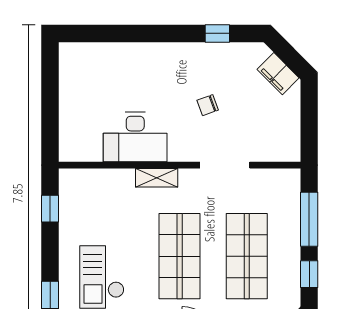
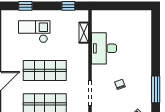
window: (217, 33) -> (156, 89), width x2.17
shelving: (157, 178) -> (84, 33), moved

